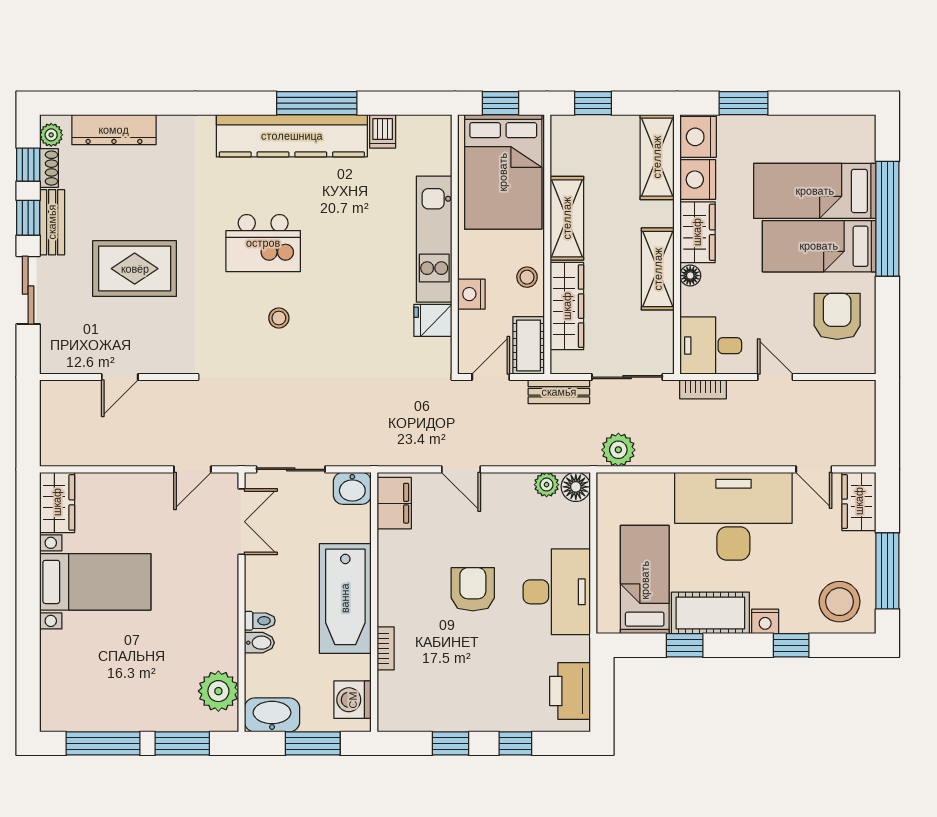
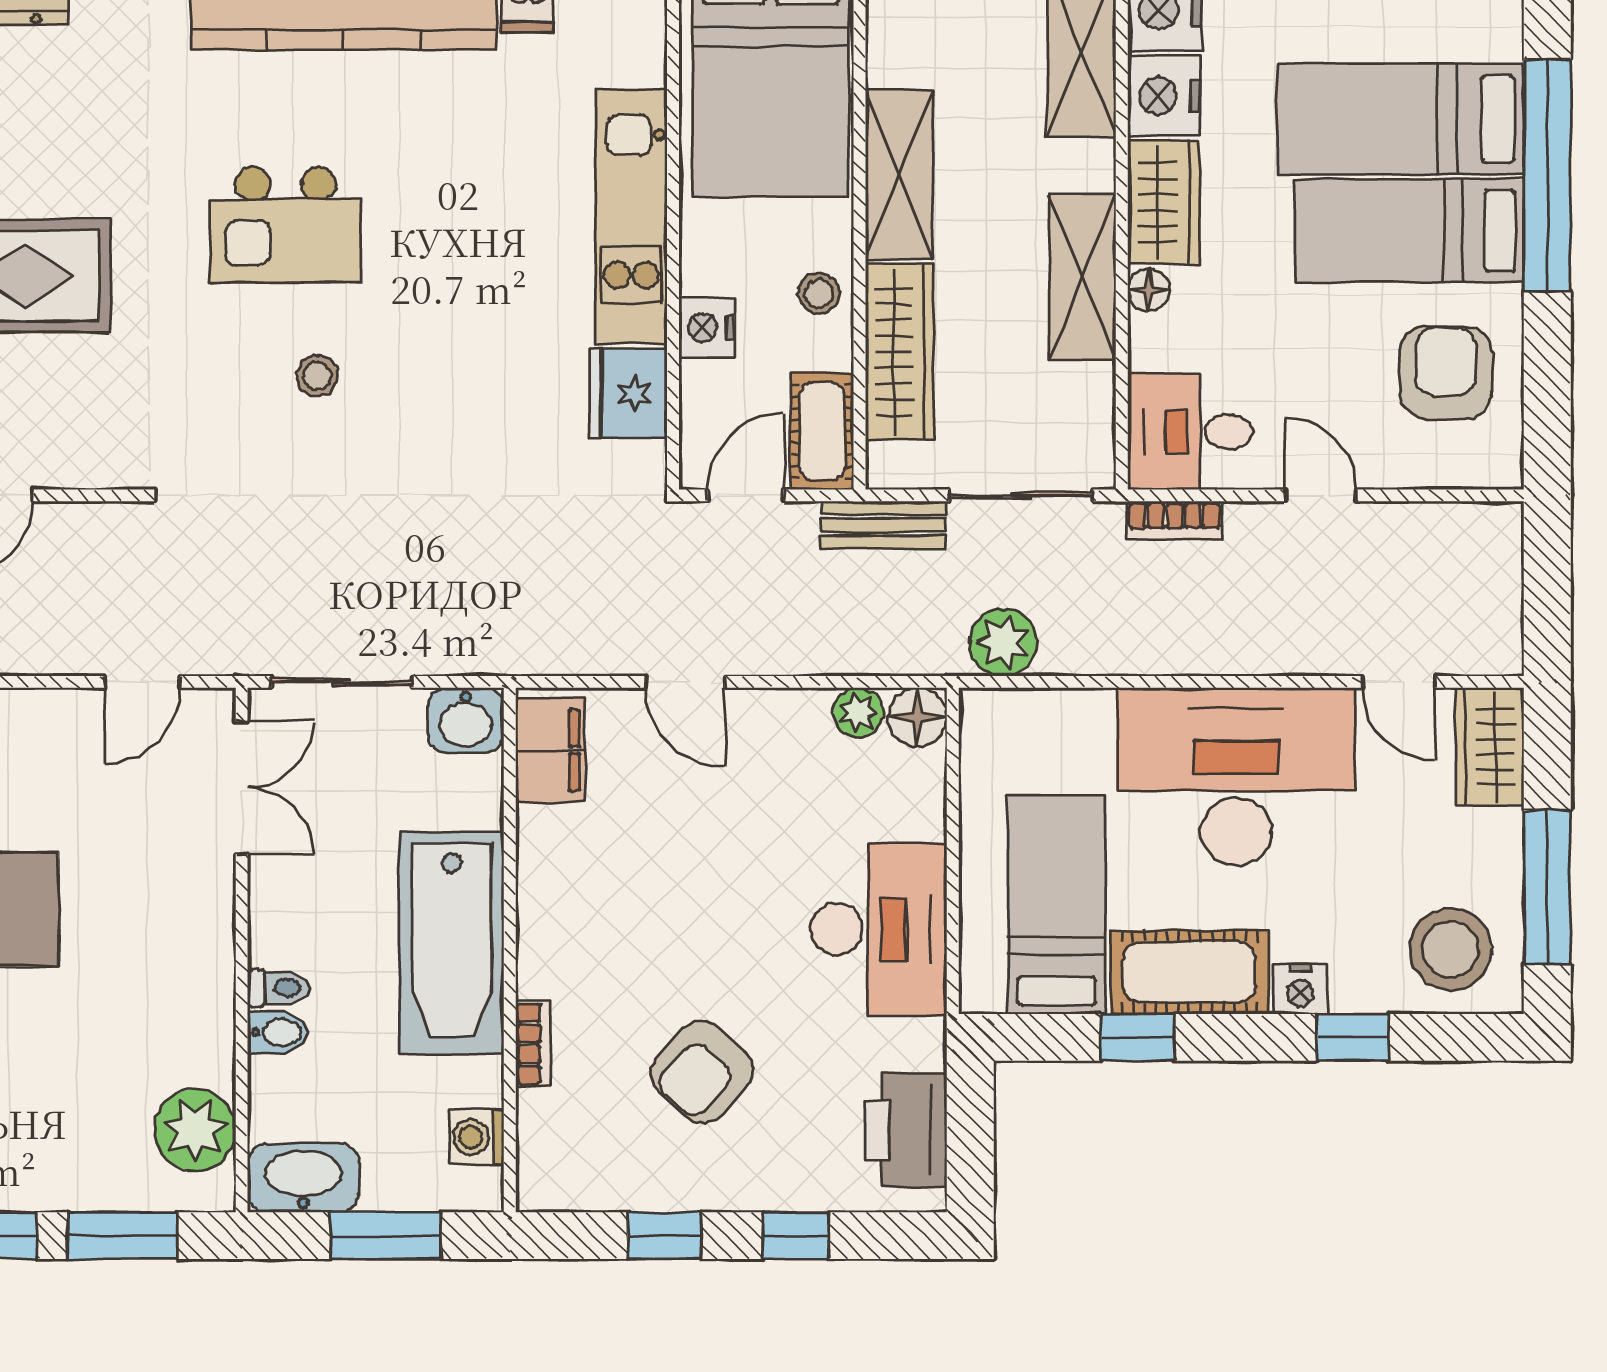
fridge: (433, 320) -> (629, 393), width x1.38
armchair: (473, 589) -> (702, 1072), moved, turned -138
washing machine: (353, 700) -> (476, 1137), width x0.73, depth x0.73

